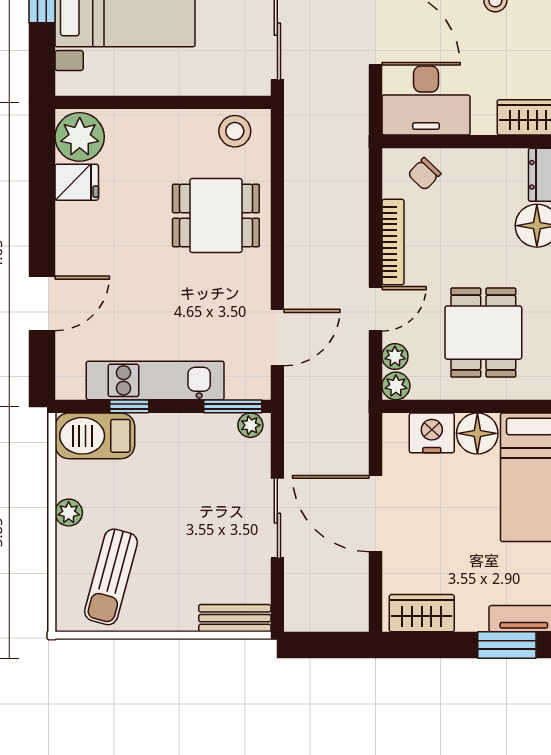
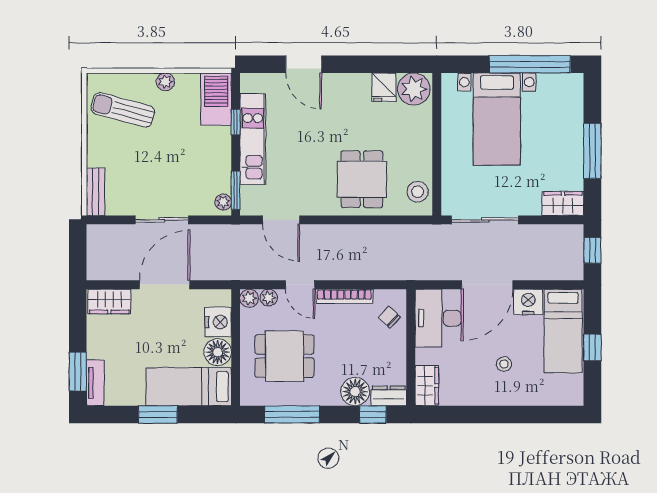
wardrobe: (422, 613) -> (109, 301), moved, turned 90

